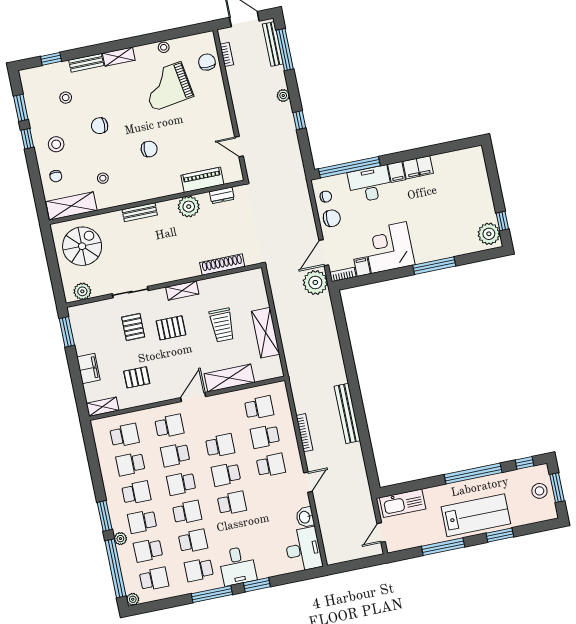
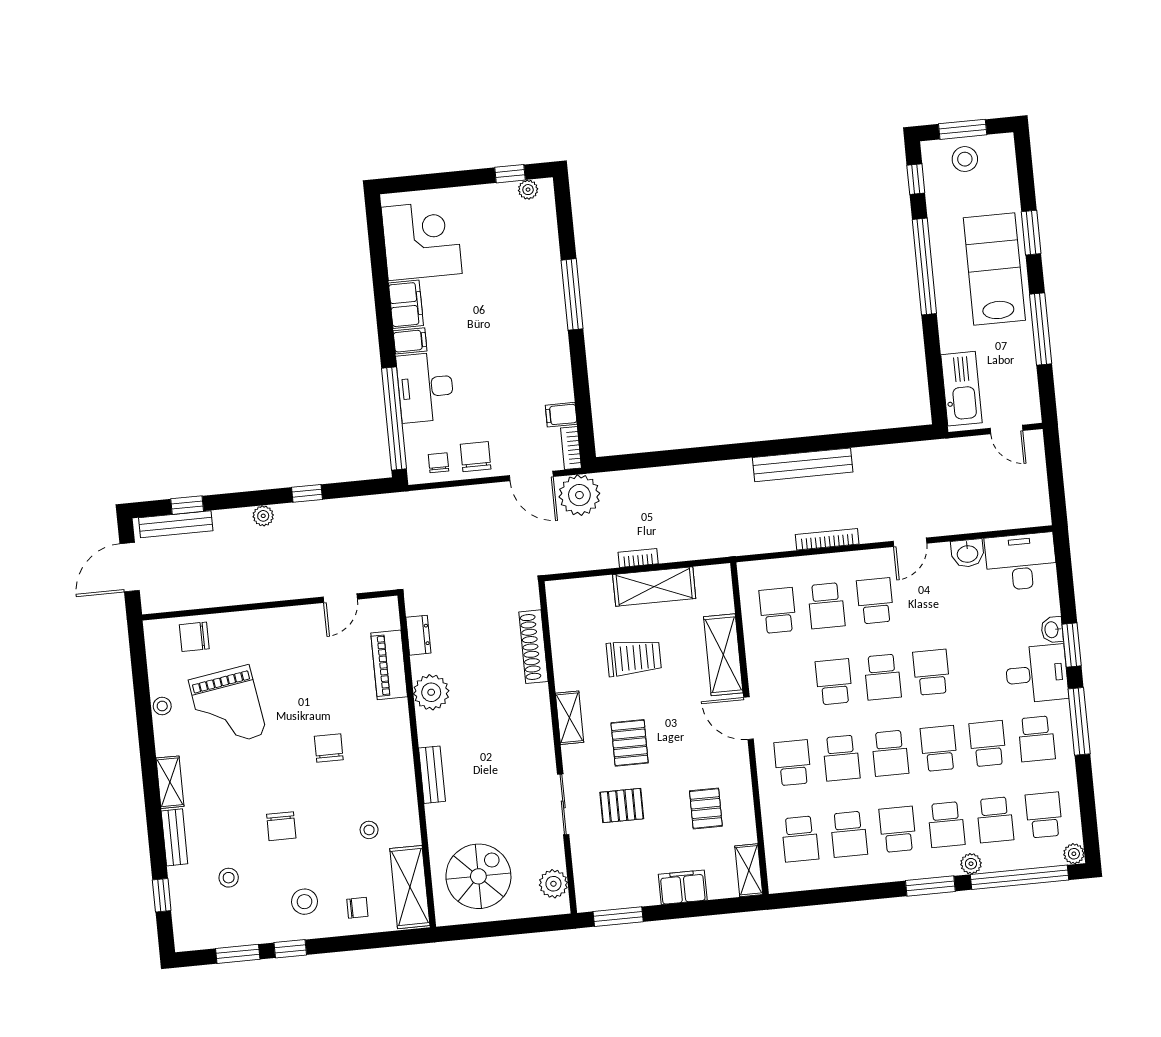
window: (285, 50) -> (187, 505), width x0.46
bookcase: (227, 54) -> (638, 558), moved
plant: (489, 234) -> (528, 190), width x0.53, depth x0.53
spiral stairs: (82, 246) -> (478, 876), turned 90
corner desk: (389, 247) -> (422, 240), moved, turned 180
school desk: (124, 435) -> (800, 839), turned 180
door: (308, 482) -> (910, 542), swing flipped
washbasin: (265, 572) -> (1052, 630), added

